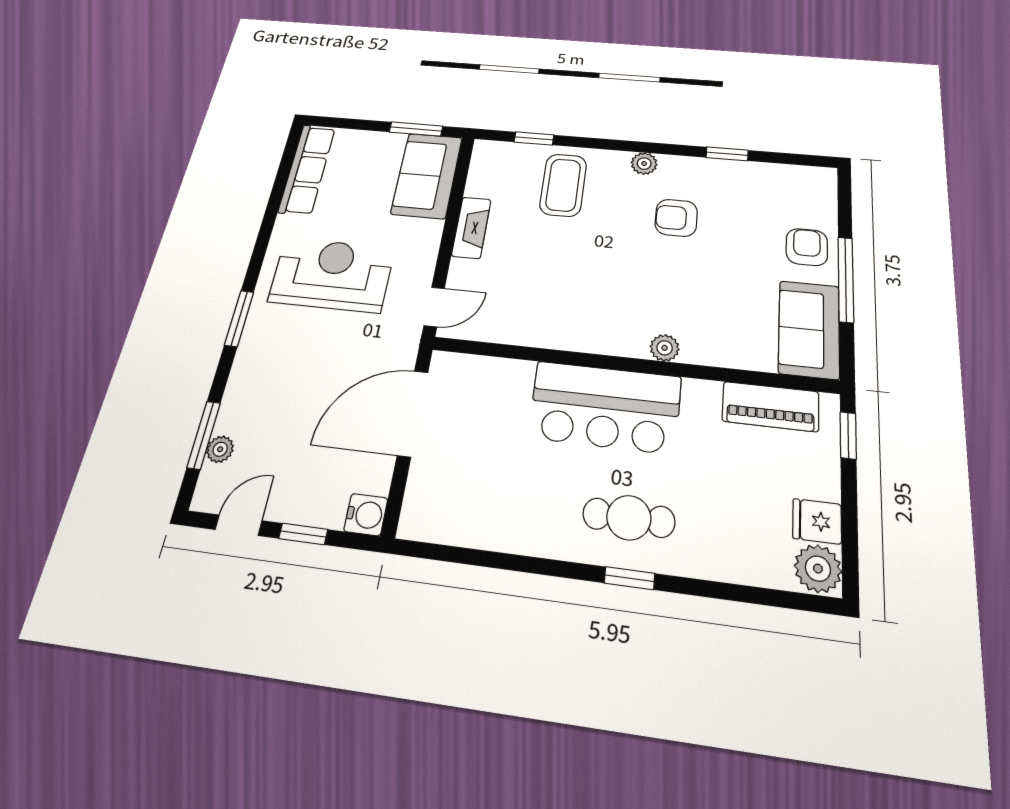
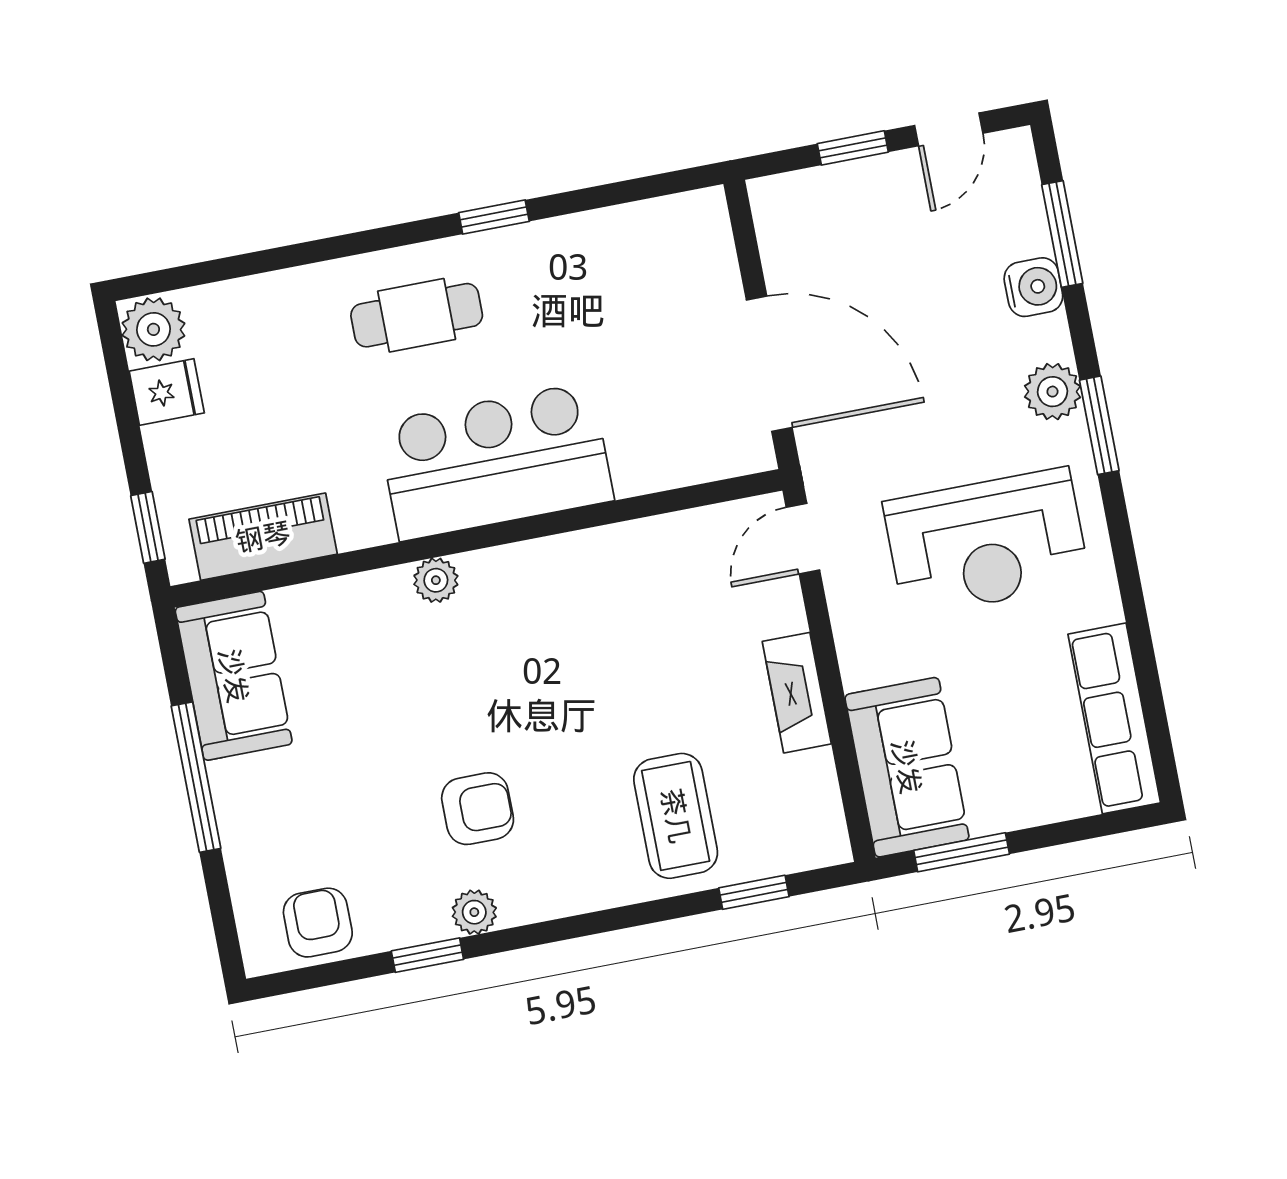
plant: (644, 164) -> (474, 912), moved
armchair: (807, 247) -> (318, 923), moved, turned 180
door: (413, 413) -> (769, 364), hinge flipped
plant: (220, 449) -> (1052, 392), moved, width x1.38, depth x1.38
water cooler: (366, 515) -> (1033, 287), moved, turned 180
window: (630, 578) -> (494, 217), moved

